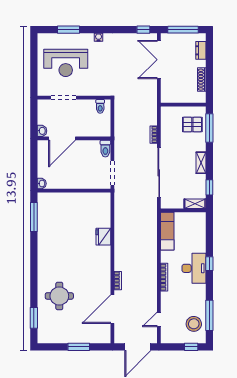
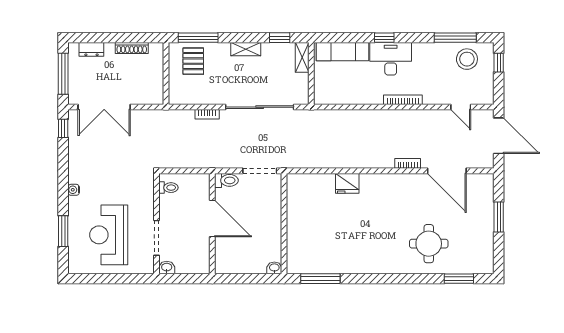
reception desk: (66, 63) -> (109, 235), turned 180
washbasin: (42, 131) -> (167, 267), moved
door: (62, 138) -> (212, 219), moved
exam couch: (167, 231) -> (342, 52), moved, turned 180

